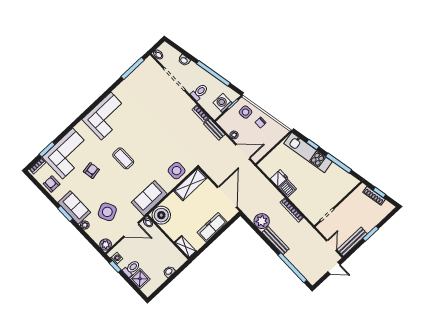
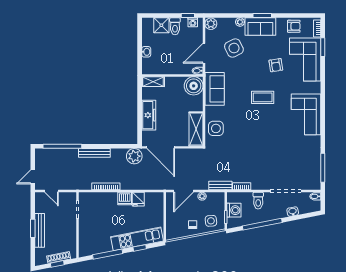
plant: (262, 221) -> (134, 156), moved
bench: (352, 242) -> (40, 230), moved

